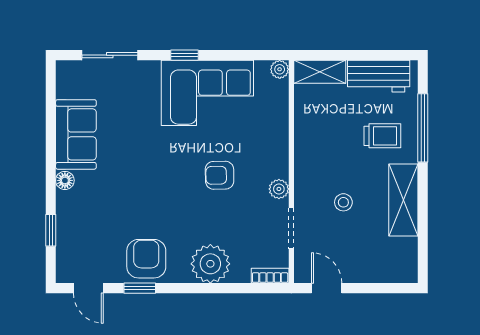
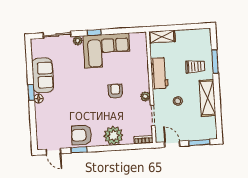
plant: (280, 69) -> (78, 41), moved
workbench: (379, 76) -> (159, 73), moved, turned -90
window: (423, 128) -> (215, 61), width x0.69
armchair: (220, 175) -> (115, 91), turned 91
window: (51, 230) -> (31, 92), moved
armchair: (146, 259) -> (81, 135), turned -90
window: (382, 288) -> (199, 143), added

